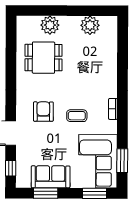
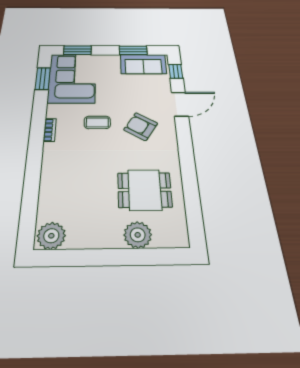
plant: (90, 25) -> (51, 236), moved
armchair: (43, 112) -> (141, 127), turned 122
sofa: (51, 177) -> (143, 64), moved

